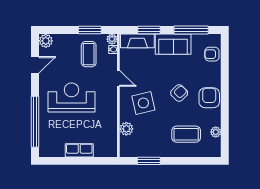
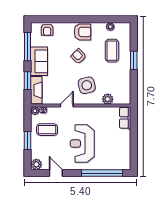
window: (90, 30) -> (28, 140), moved
armchair: (209, 98) -> (82, 32), turned 180
row of seats: (79, 150) -> (125, 118), moved
window: (149, 161) -> (134, 60), moved

